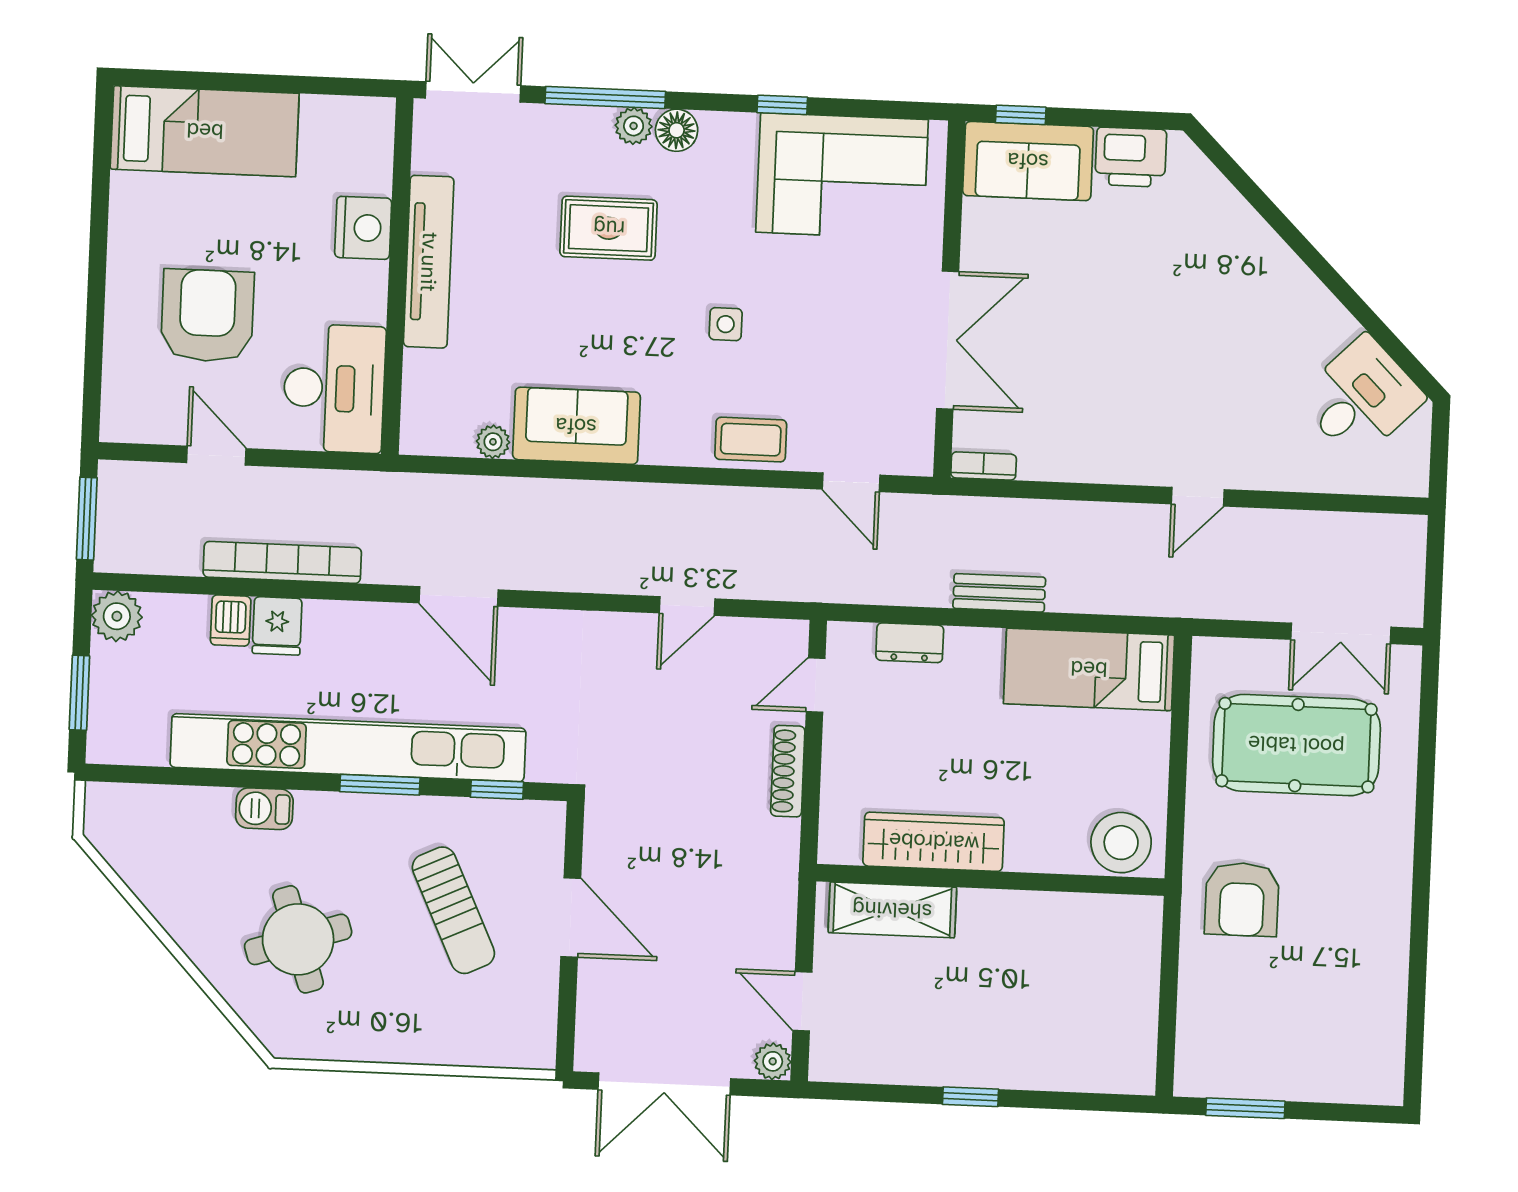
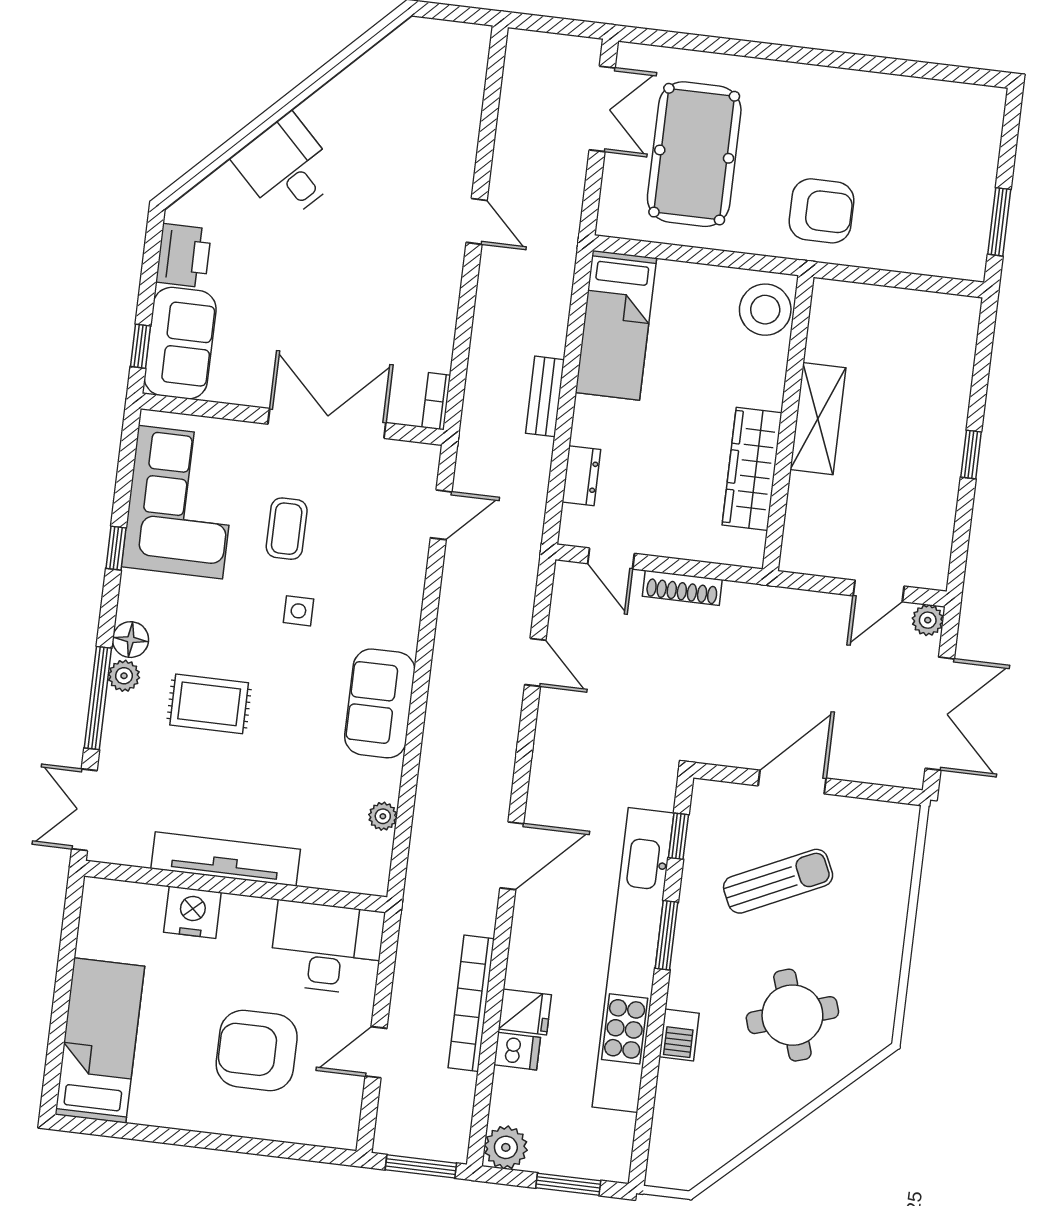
rug: (609, 228) -> (209, 704), turned 90
desk: (1361, 398) -> (287, 168), moved
sofa: (576, 426) -> (380, 703), moved
coffee table: (751, 440) -> (287, 529), moved
shelving: (892, 910) -> (818, 419), moved

